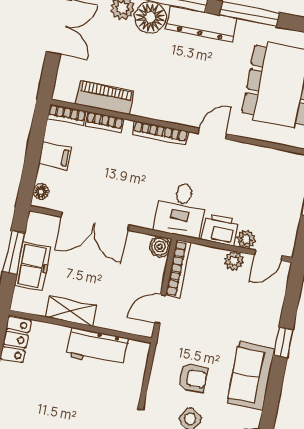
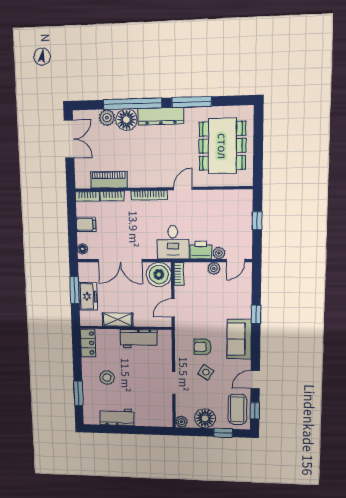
boiler: (160, 247) -> (159, 274), width x1.86, depth x1.86
bookcase: (178, 269) -> (179, 274), width x0.64
armchair: (193, 378) -> (203, 347), turned 180
stool: (33, 400) -> (107, 378), added

